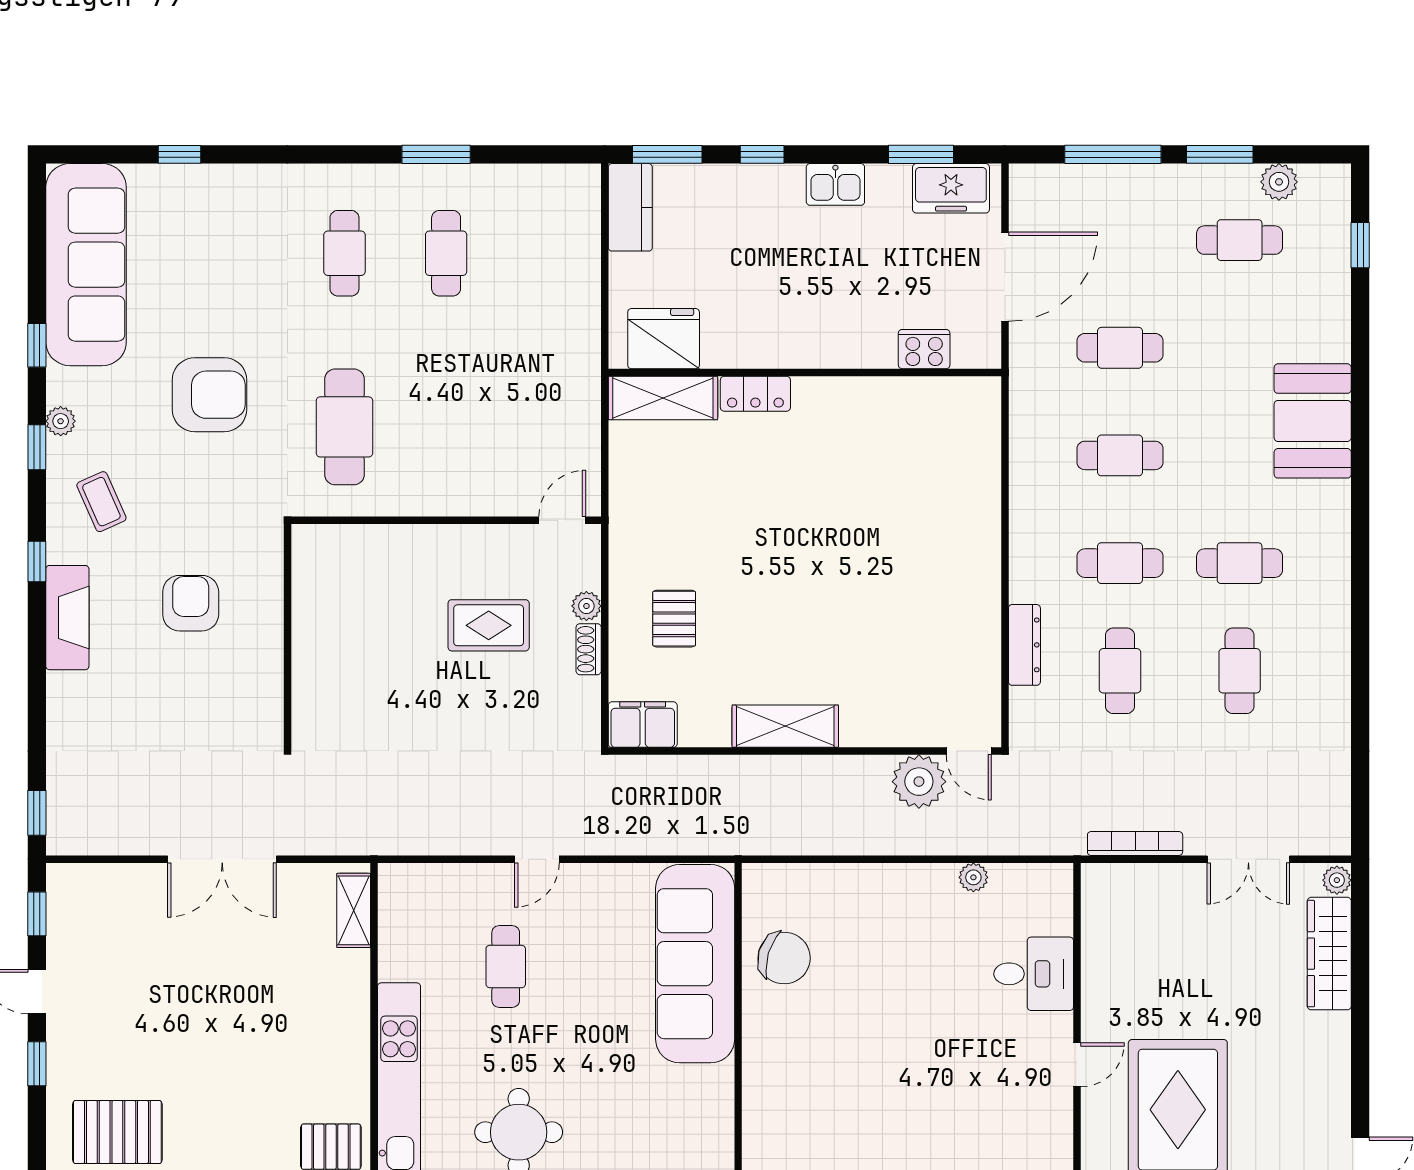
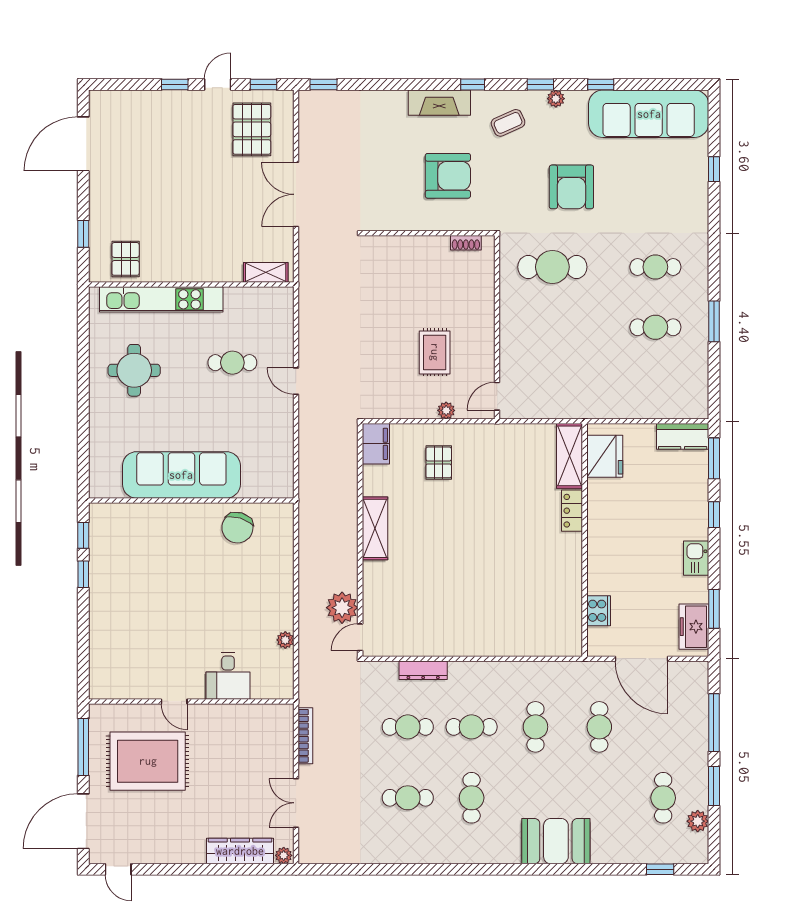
door: (562, 520) -> (497, 396), swing flipped
cafe table: (1120, 563) -> (472, 727), turned 90
armchair: (191, 603) -> (448, 176), width x1.36, depth x1.36
pallet: (674, 619) -> (439, 462), turned 90
shoe rack: (589, 649) -> (466, 243), moved, turned 180
sofa: (695, 964) -> (181, 475), moved
pallet: (117, 1132) -> (252, 129), moved

